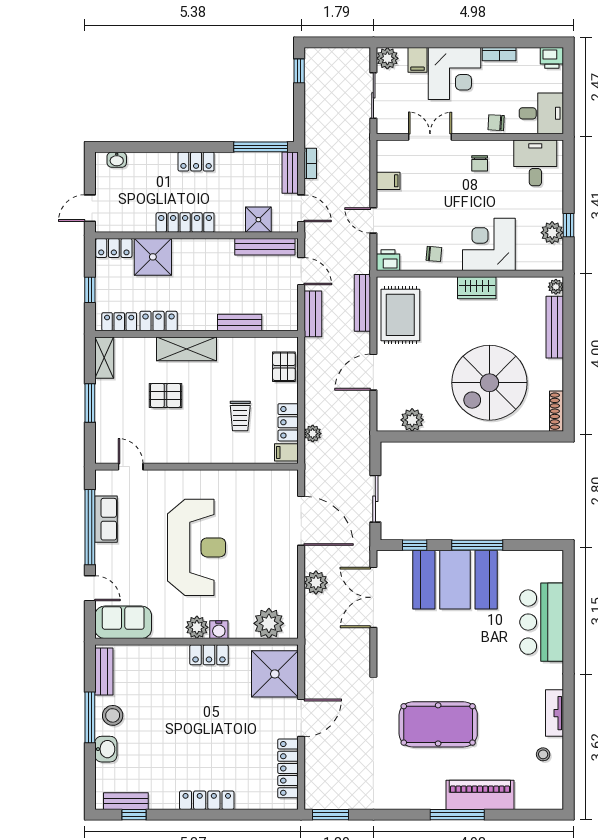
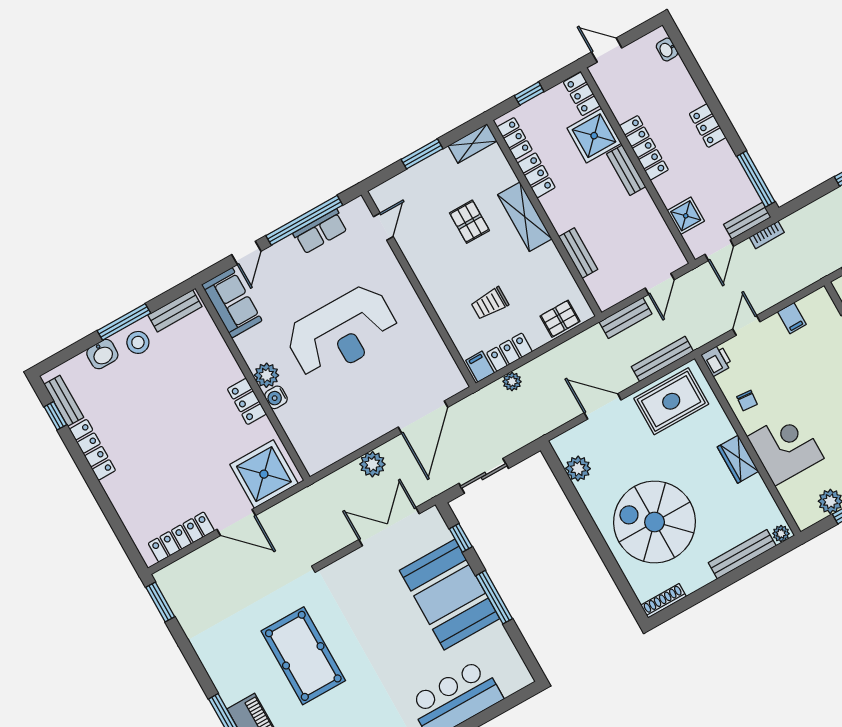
bench: (265, 247) -> (626, 170), moved, width x0.73
plant: (269, 623) -> (309, 441), removed
locker: (207, 800) -> (92, 450), moved

